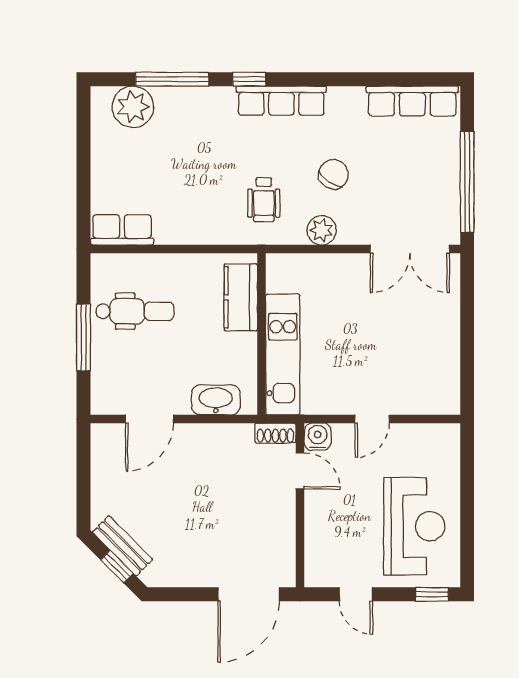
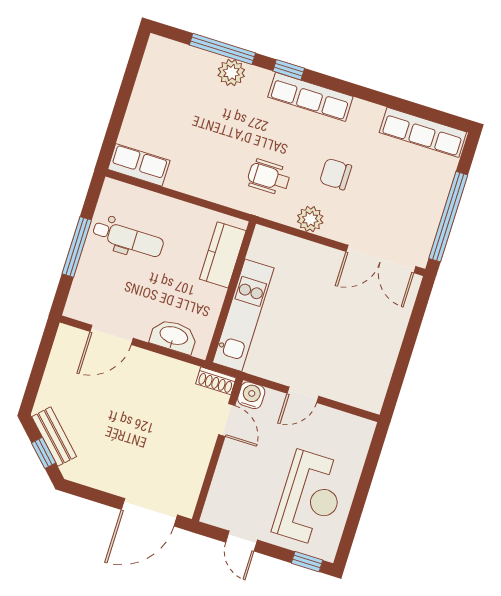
plant: (133, 107) -> (231, 73), moved, width x0.73, depth x0.73
chair: (334, 174) -> (336, 174), turned -123
wheelchair: (264, 200) -> (269, 177), turned 90

